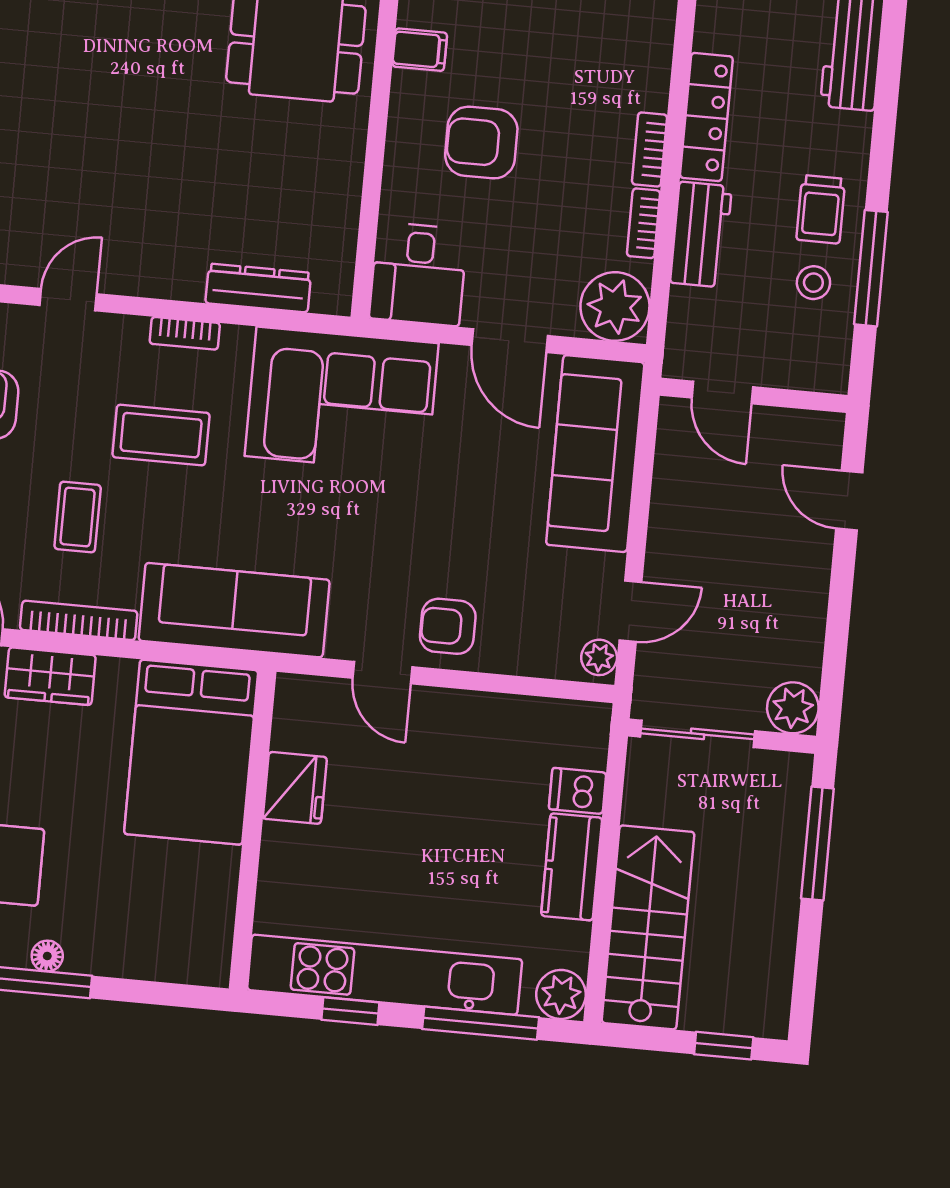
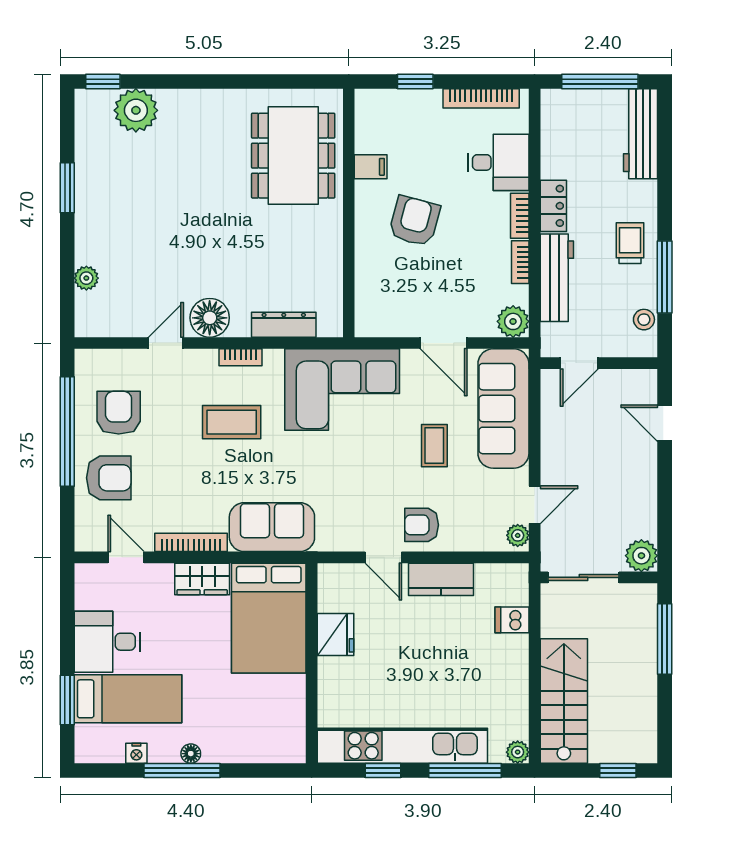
locker: (706, 117) -> (553, 206), width x0.66
armchair: (481, 143) -> (414, 221), turned 105
trolley: (821, 209) -> (630, 243), turned 180
workbench: (701, 235) -> (557, 278), width x1.37
floor lamp: (142, 266) -> (210, 318), added
desk: (418, 274) -> (498, 162), moved, turned -90
stool: (813, 283) -> (644, 320), moved
plant: (615, 307) -> (513, 321), width x0.73, depth x0.73
door: (722, 392) -> (579, 363), hinge flipped
coffee table: (78, 517) -> (434, 446), moved
sofa: (234, 610) -> (272, 527), width x0.73
wardrobe: (50, 676) -> (202, 579), moved
kitchen counter: (572, 867) -> (441, 579), moved, turned -90
plant: (561, 994) -> (518, 752), width x0.73, depth x0.73

